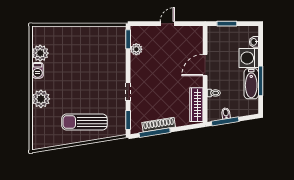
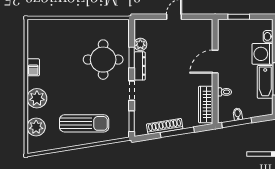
window: (128, 39) -> (132, 57), moved
plant: (40, 53) -> (36, 127), moved
round table: (102, 63) -> (103, 60), added
dresser: (136, 69) -> (140, 66), added
sun lounger: (84, 122) -> (84, 123), turned 180
window: (155, 133) -> (177, 132), moved

